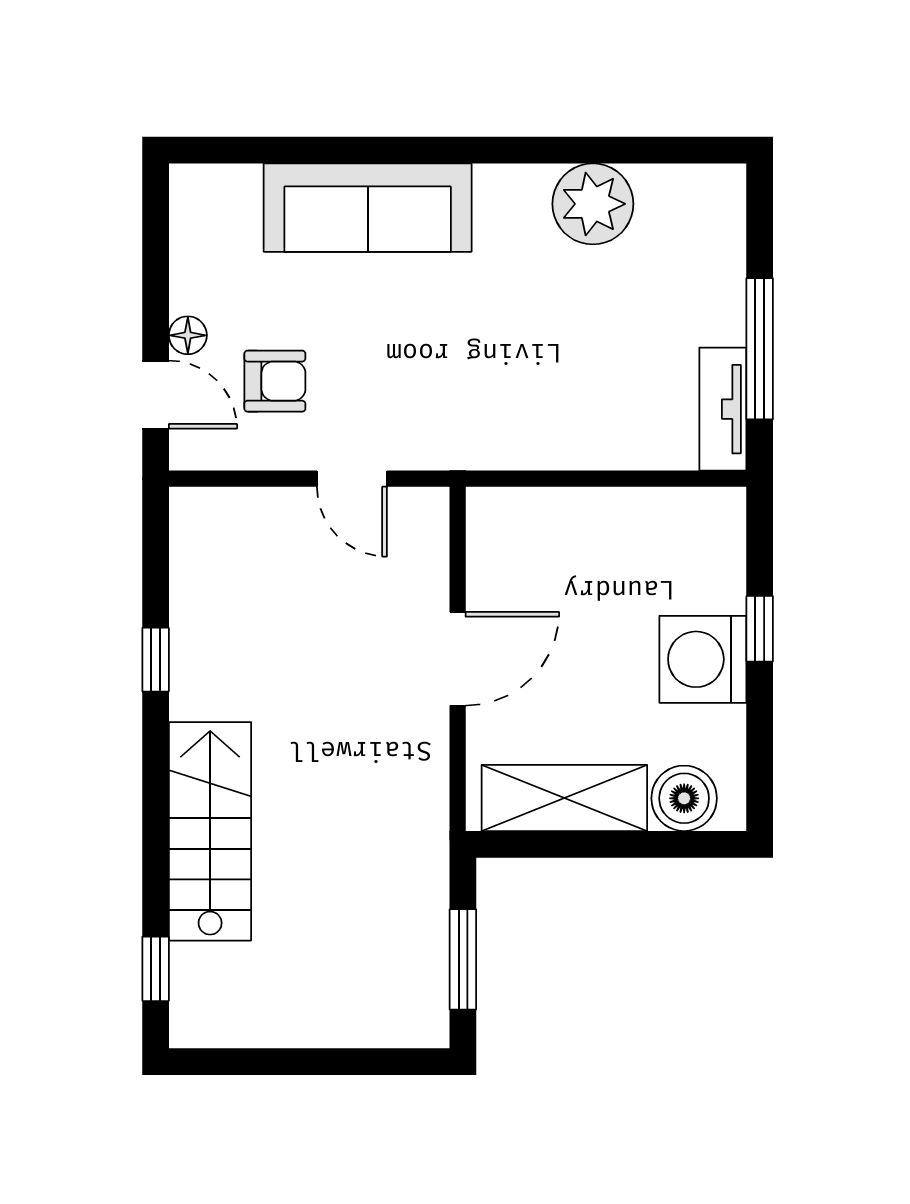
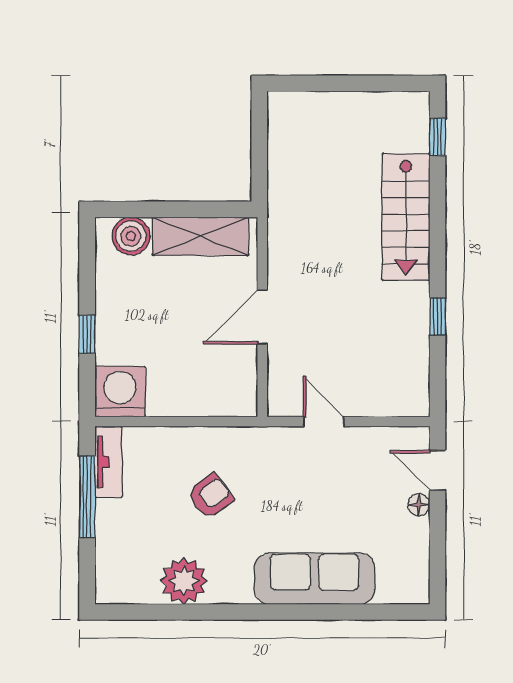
armchair: (275, 381) -> (210, 496), moved, turned 144
washing machine: (703, 659) -> (120, 392), moved, turned -90
window: (463, 959) -> (259, 143), removed

